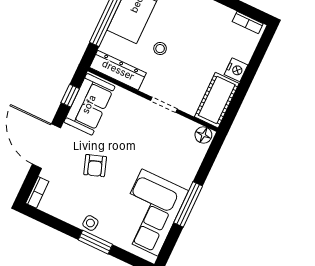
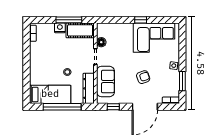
window: (242, 90) -> (69, 20), added
sofa: (89, 104) -> (105, 82), moved, turned 90
floor lamp: (203, 135) -> (101, 42), moved
window: (188, 204) -> (141, 20), width x0.46
window: (95, 242) -> (182, 81), moved

